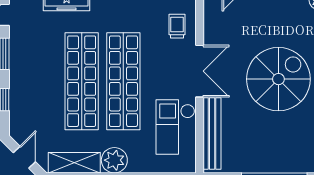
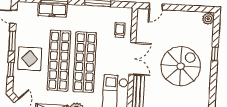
display table: (34, 81) -> (30, 59), added

